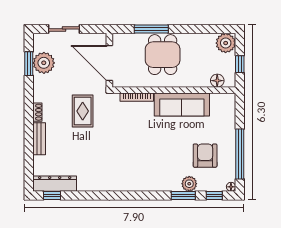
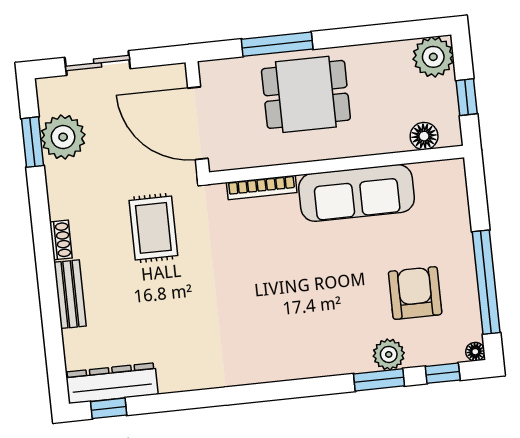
dining table: (163, 55) -> (306, 94), turned 90

